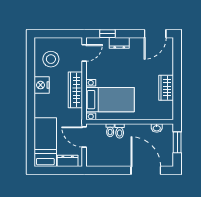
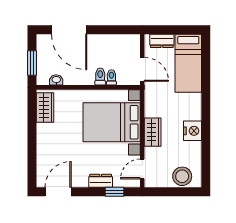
stool: (51, 59) -> (182, 176), moved
wardrobe: (166, 88) -> (45, 108), moved
wardrobe: (75, 90) -> (153, 132), width x0.67
bed with nightstands: (110, 100) -> (112, 122), width x1.36

